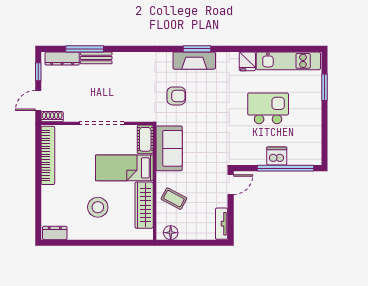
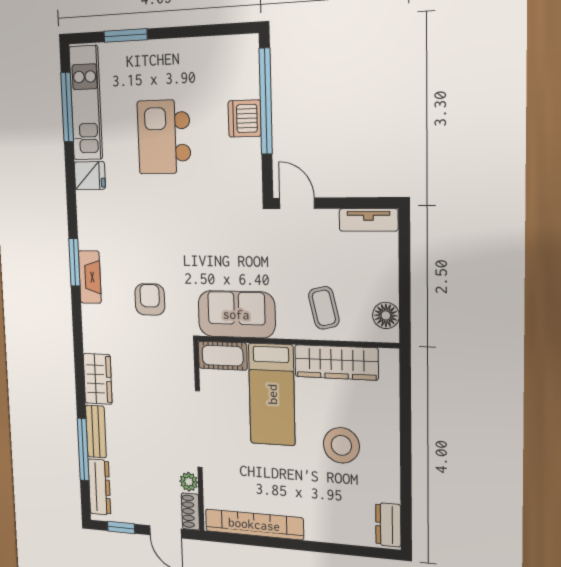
window: (286, 49) -> (67, 107), added
wardrobe: (128, 61) -> (98, 379), added
fireplace: (194, 61) -> (90, 277), width x0.73, depth x0.76
plant: (70, 116) -> (189, 482), added
coffee table: (174, 199) -> (324, 308), turned -41

